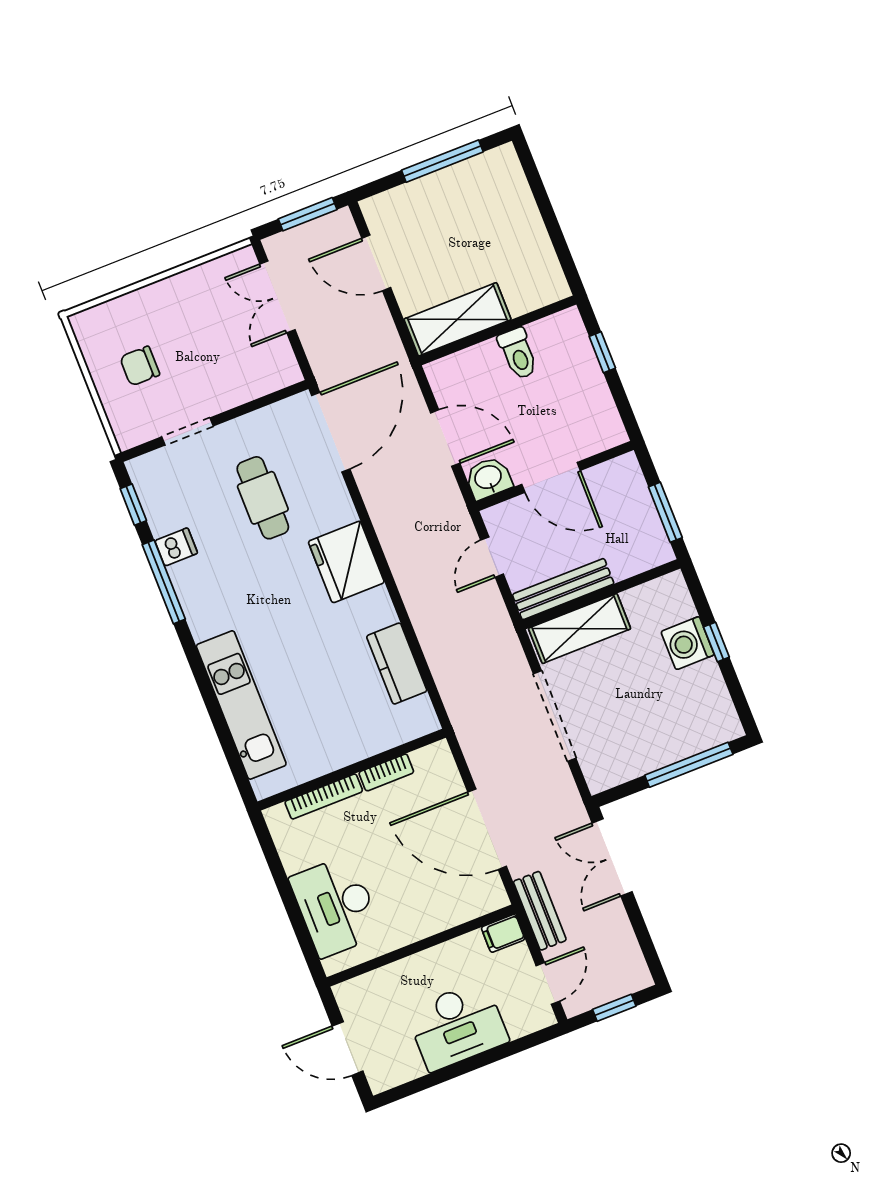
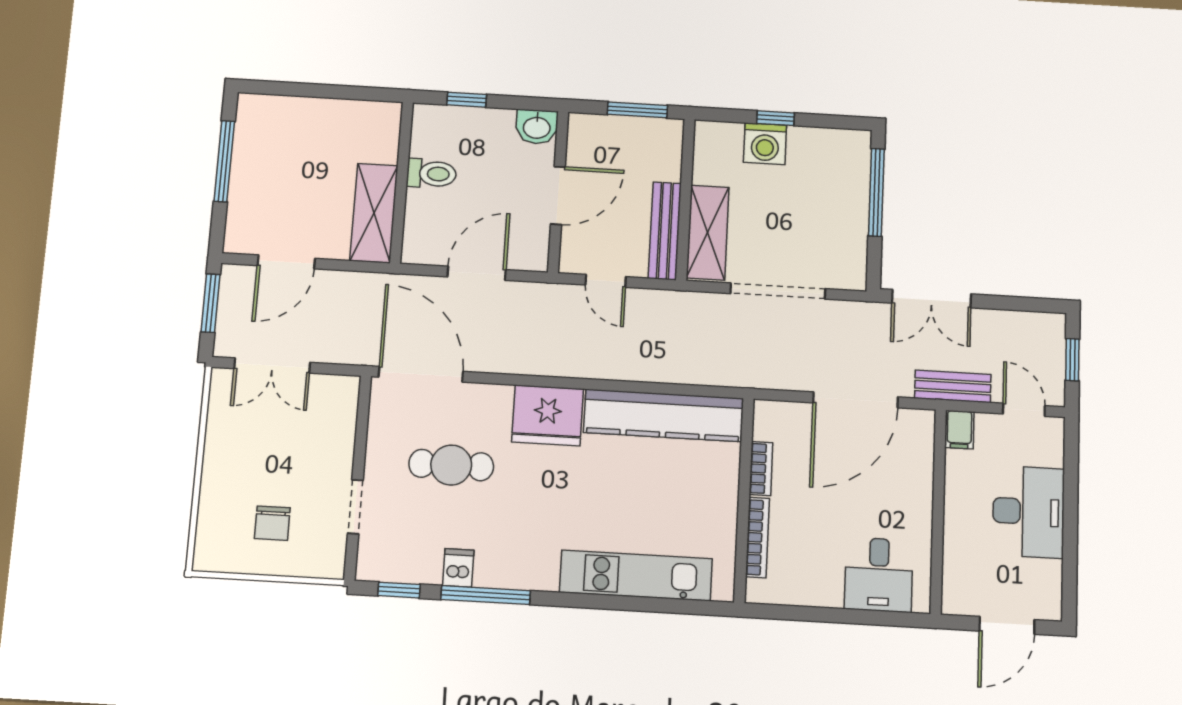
washbasin: (488, 478) -> (537, 127), moved, turned -90
kitchen counter: (397, 664) -> (663, 415), width x2.08, depth x1.17
desk: (336, 906) -> (879, 575), width x0.73

